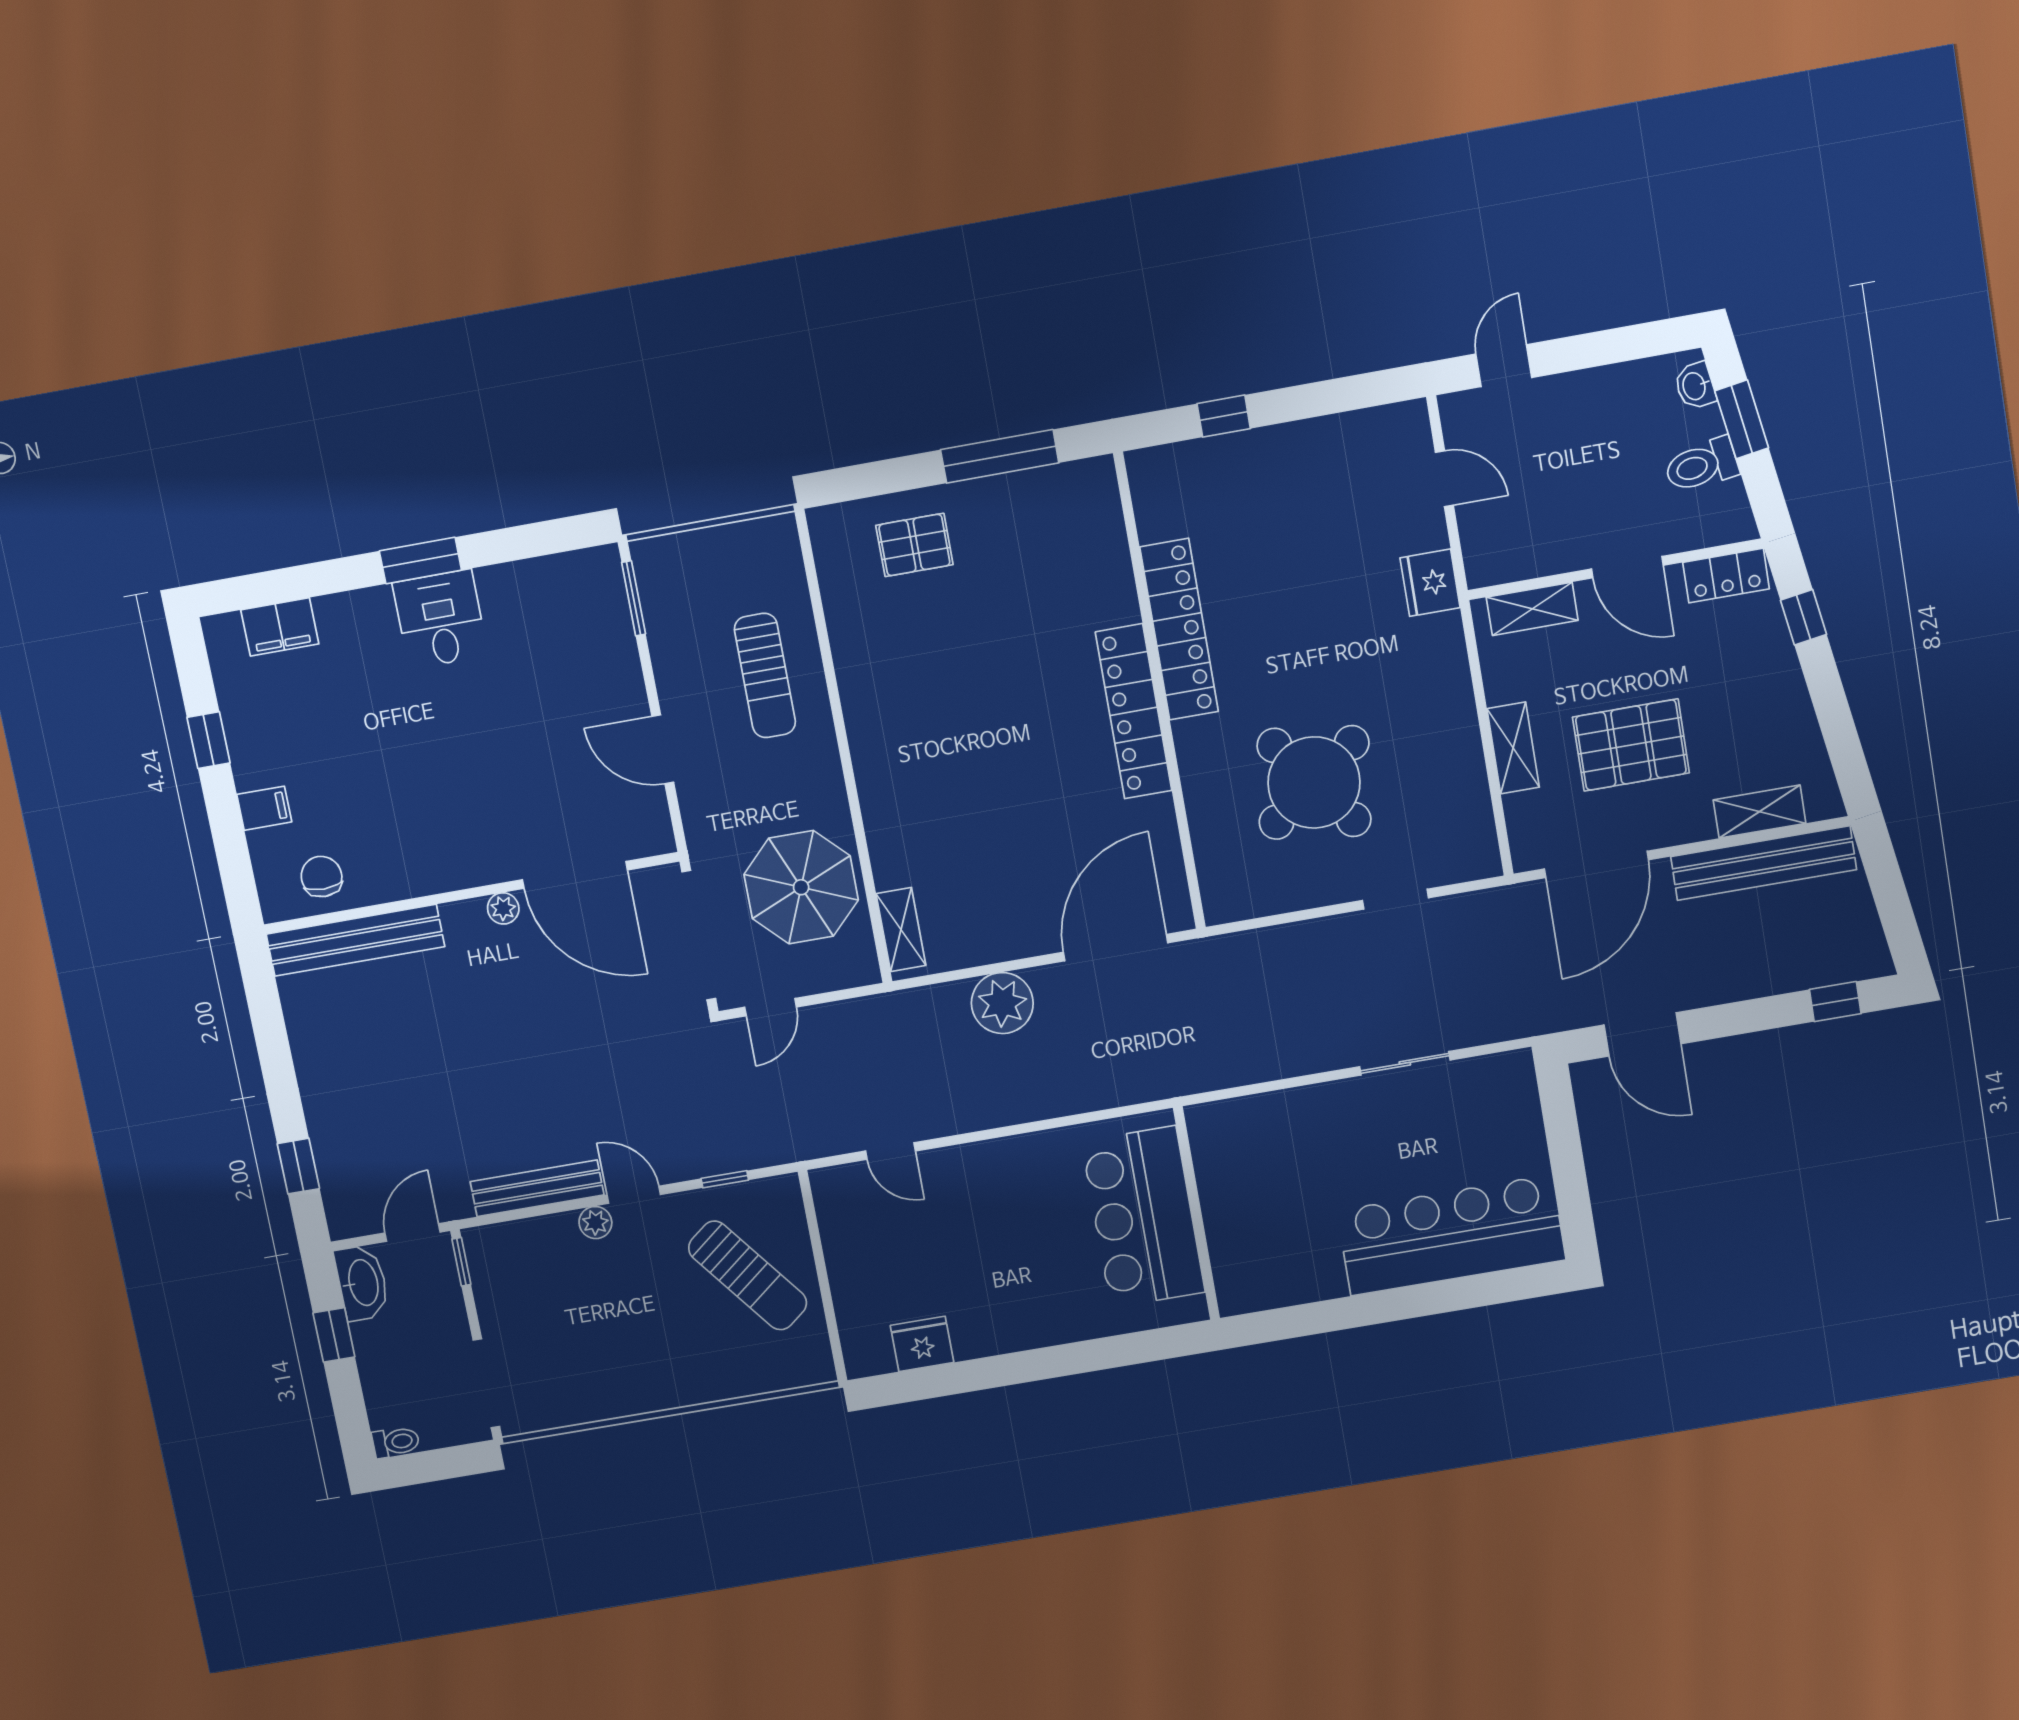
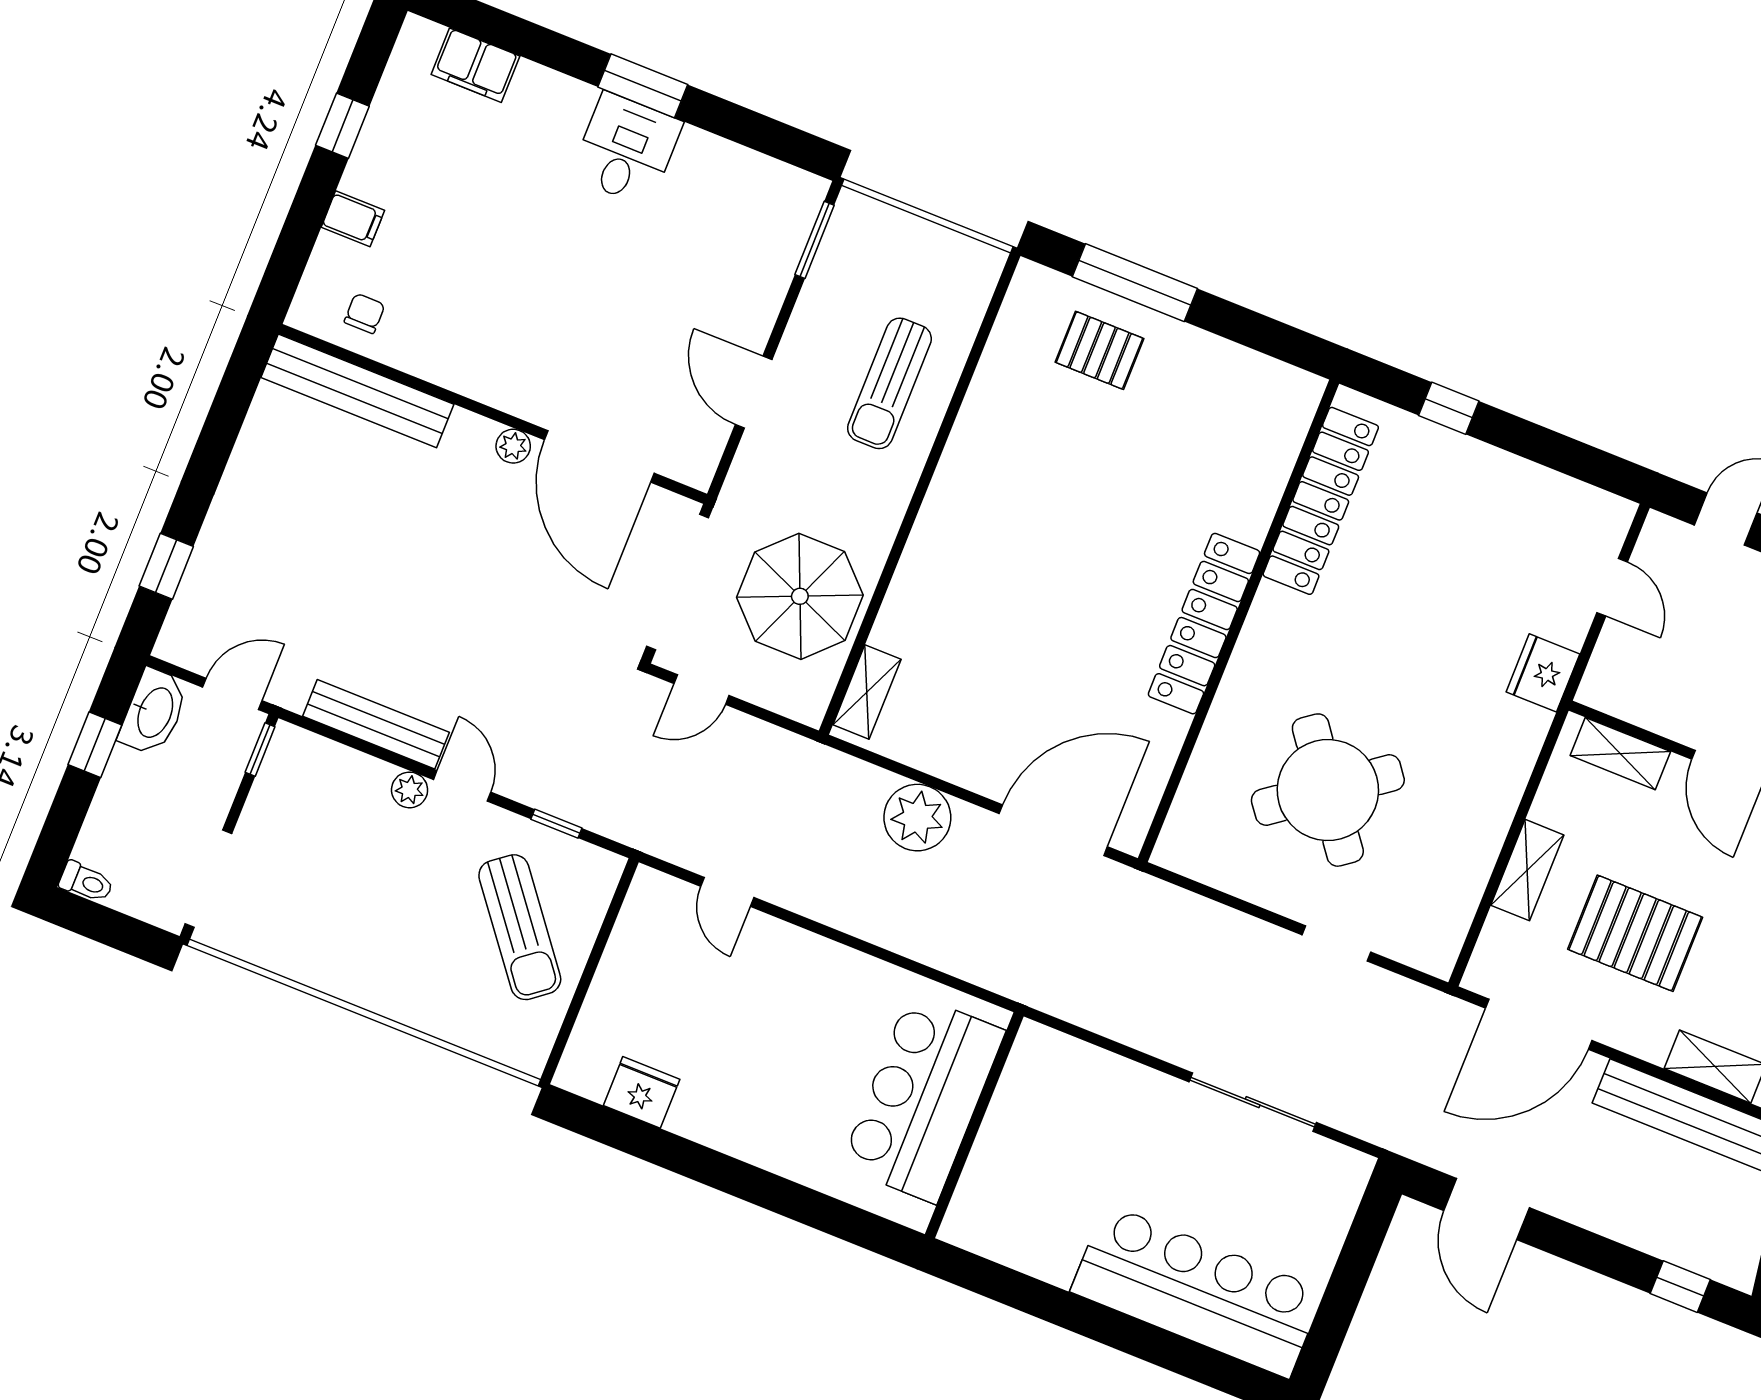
window: (1000, 456) -> (1135, 283), moved
locker: (1179, 629) -> (1321, 501), moved
chair: (322, 877) -> (365, 313), width x0.73, depth x0.73
sliding door: (1405, 1063) -> (1253, 1102), width x1.37

